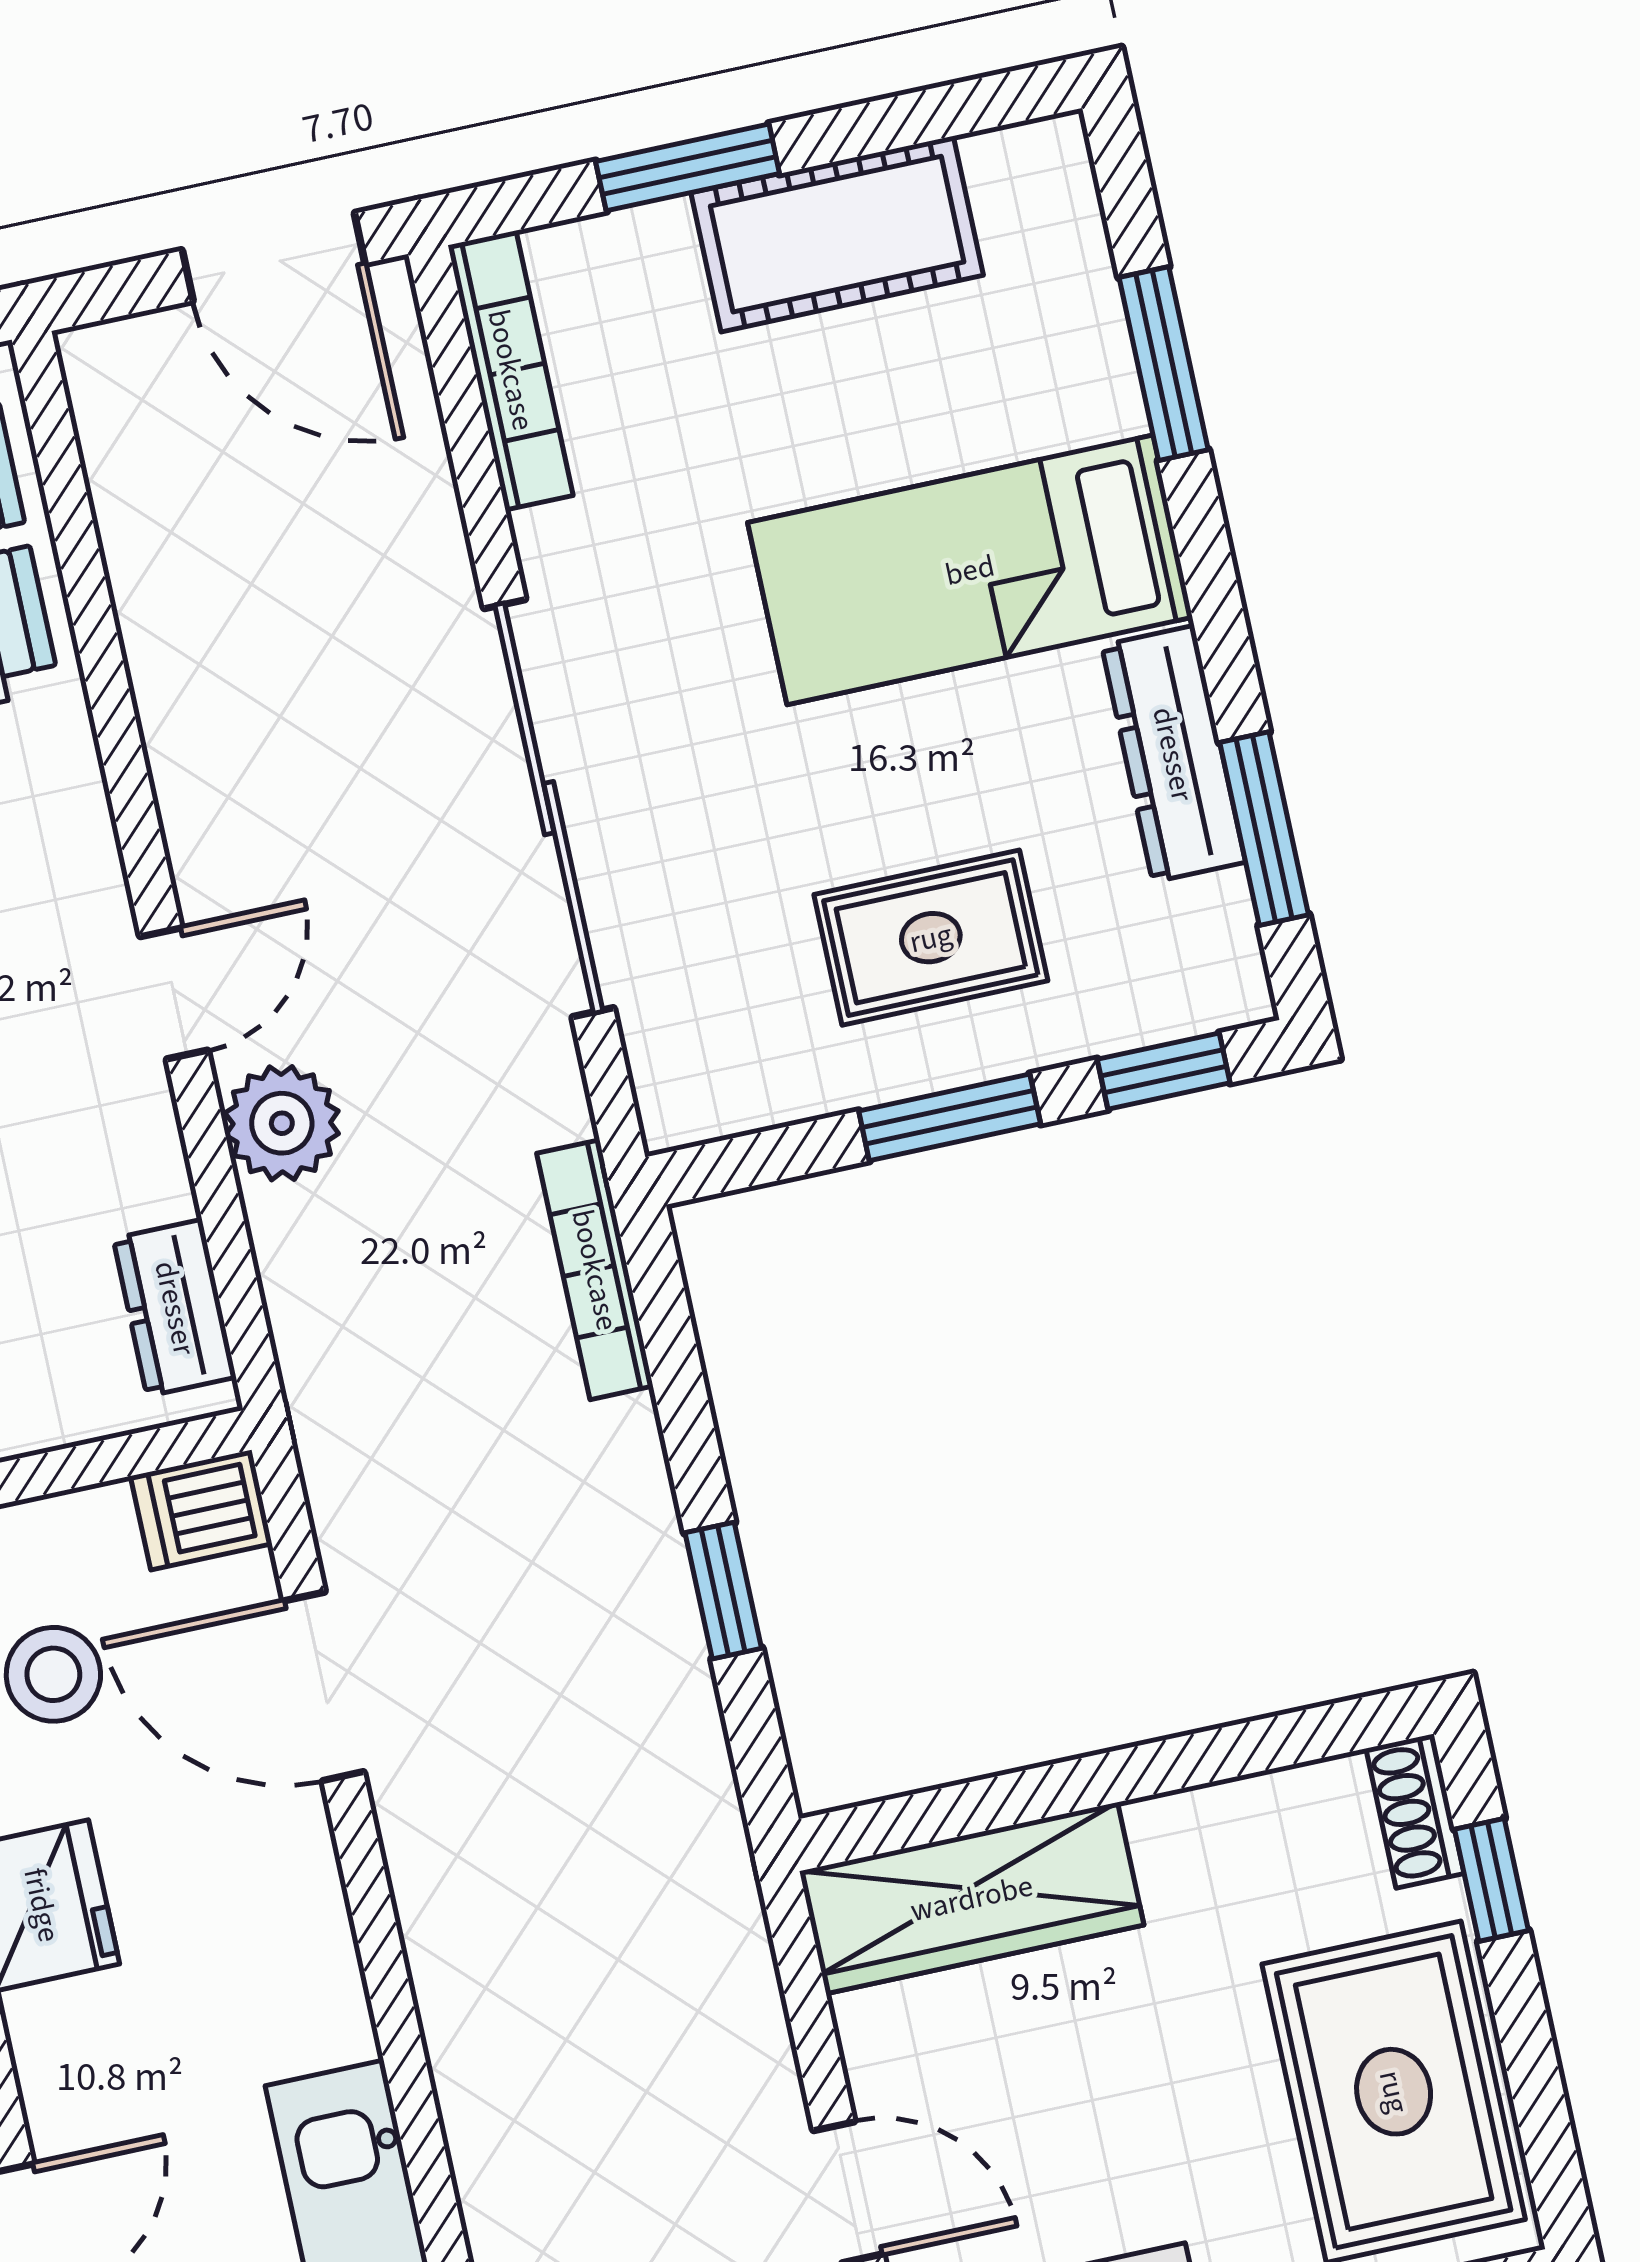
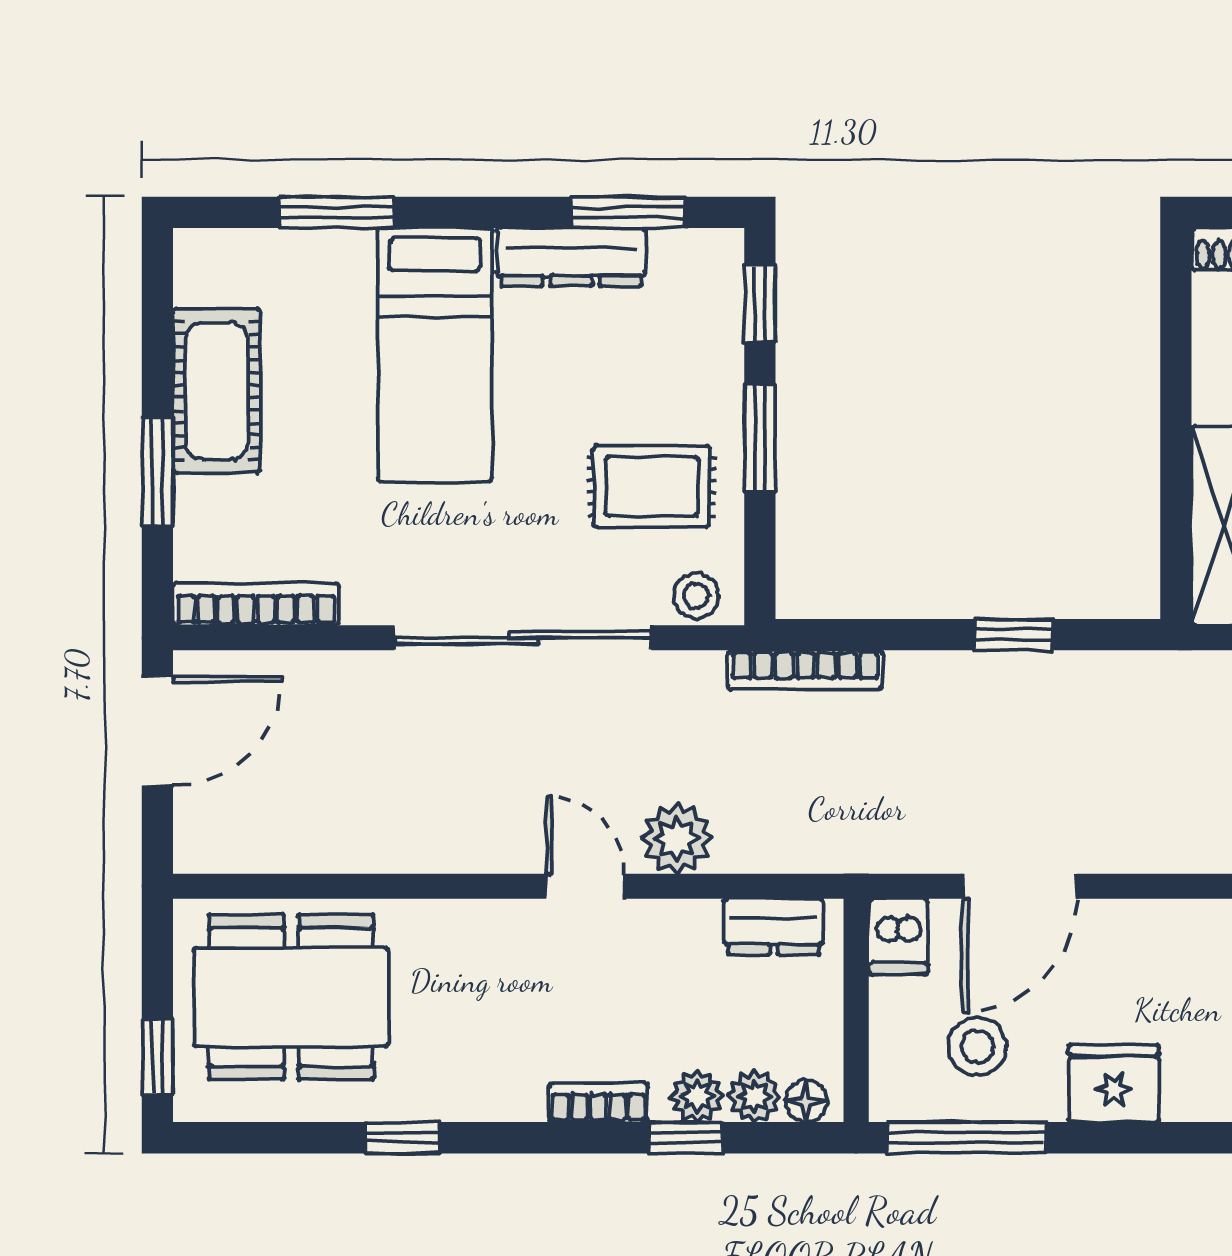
rug: (931, 938) -> (652, 486), moved, turned 90
stool: (676, 1070) -> (696, 596), added

